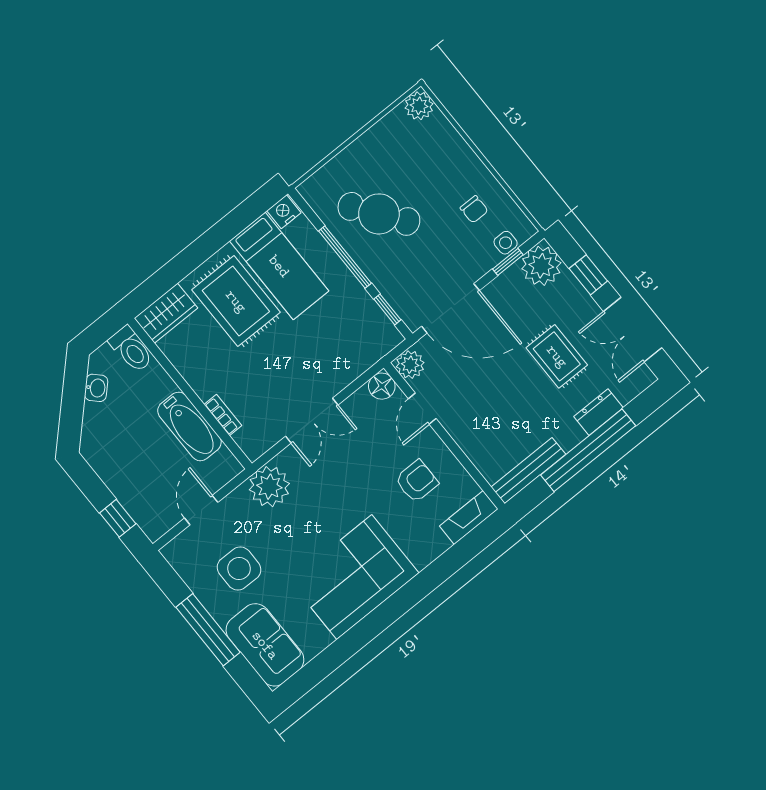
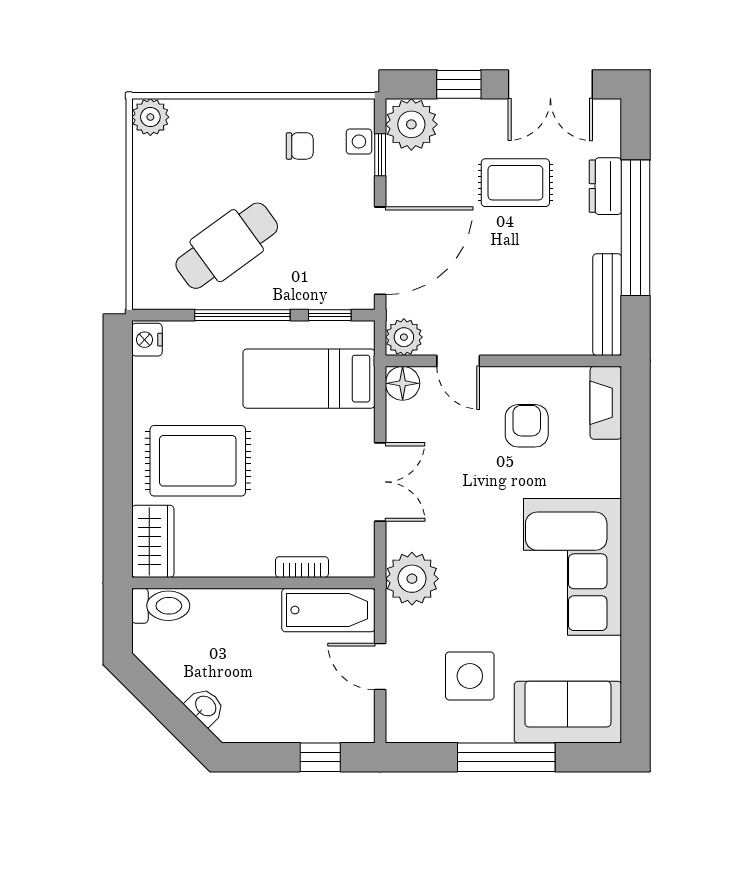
bed: (279, 266) -> (309, 379), moved, turned 180
washbasin: (96, 388) -> (205, 707), moved
bathtub: (189, 426) -> (328, 610), moved

